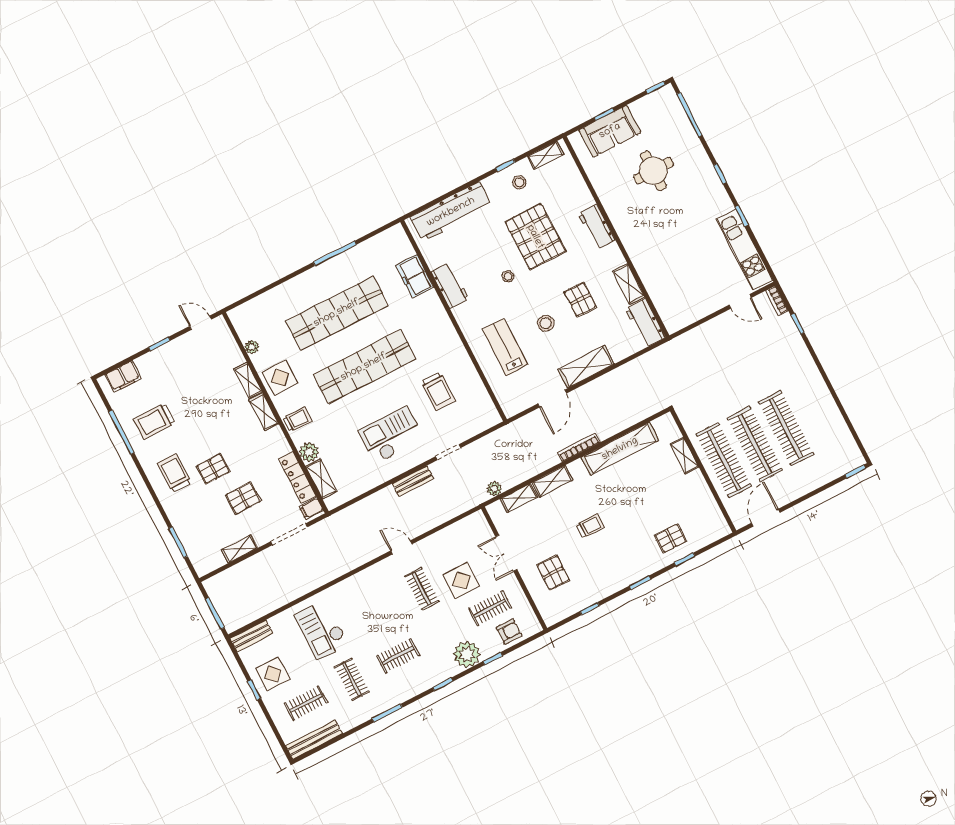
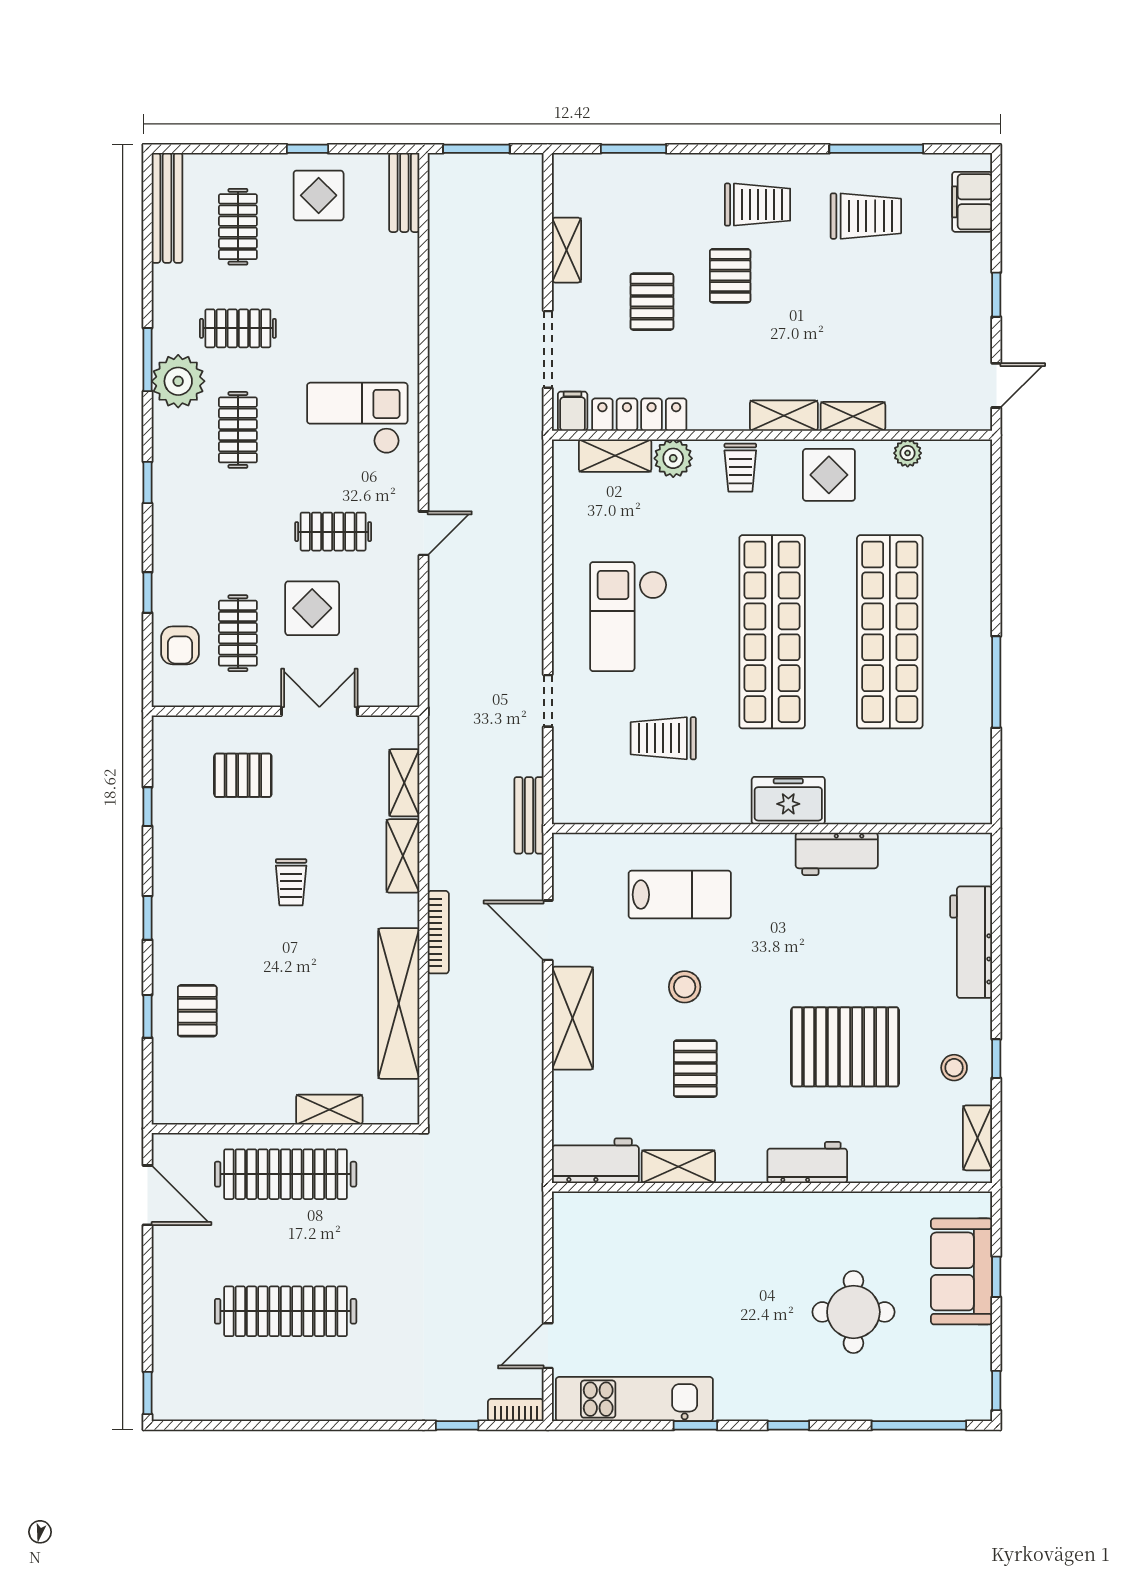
workbench: (451, 212) -> (971, 942), width x0.73, depth x0.76
freezer: (415, 276) -> (788, 801), moved
stool: (508, 276) -> (800, 963), removed
pallet: (580, 299) -> (695, 1069), turned 90
trolley: (154, 421) -> (866, 216), turned 90
checkout: (391, 435) -> (628, 617), turned 180
clothes rail: (755, 444) -> (286, 1243), removed
bench: (413, 481) -> (529, 815), moved
plant: (494, 489) -> (442, 748), removed
checkout: (321, 630) -> (357, 418), moved
plant: (467, 654) -> (178, 381), moved

